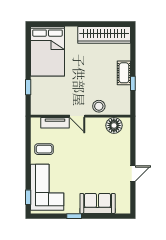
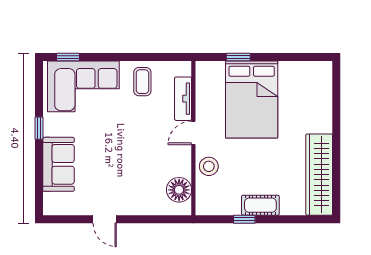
bed: (47, 51) -> (252, 99), moved, turned -90

